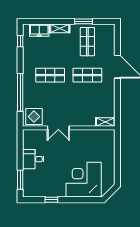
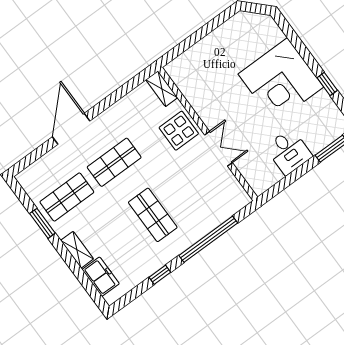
window: (20, 41) -> (160, 275), moved
shop shelf: (87, 75) -> (114, 162), turned 90
display table: (34, 117) -> (179, 131), moved
corner desk: (84, 180) -> (281, 80), moved

